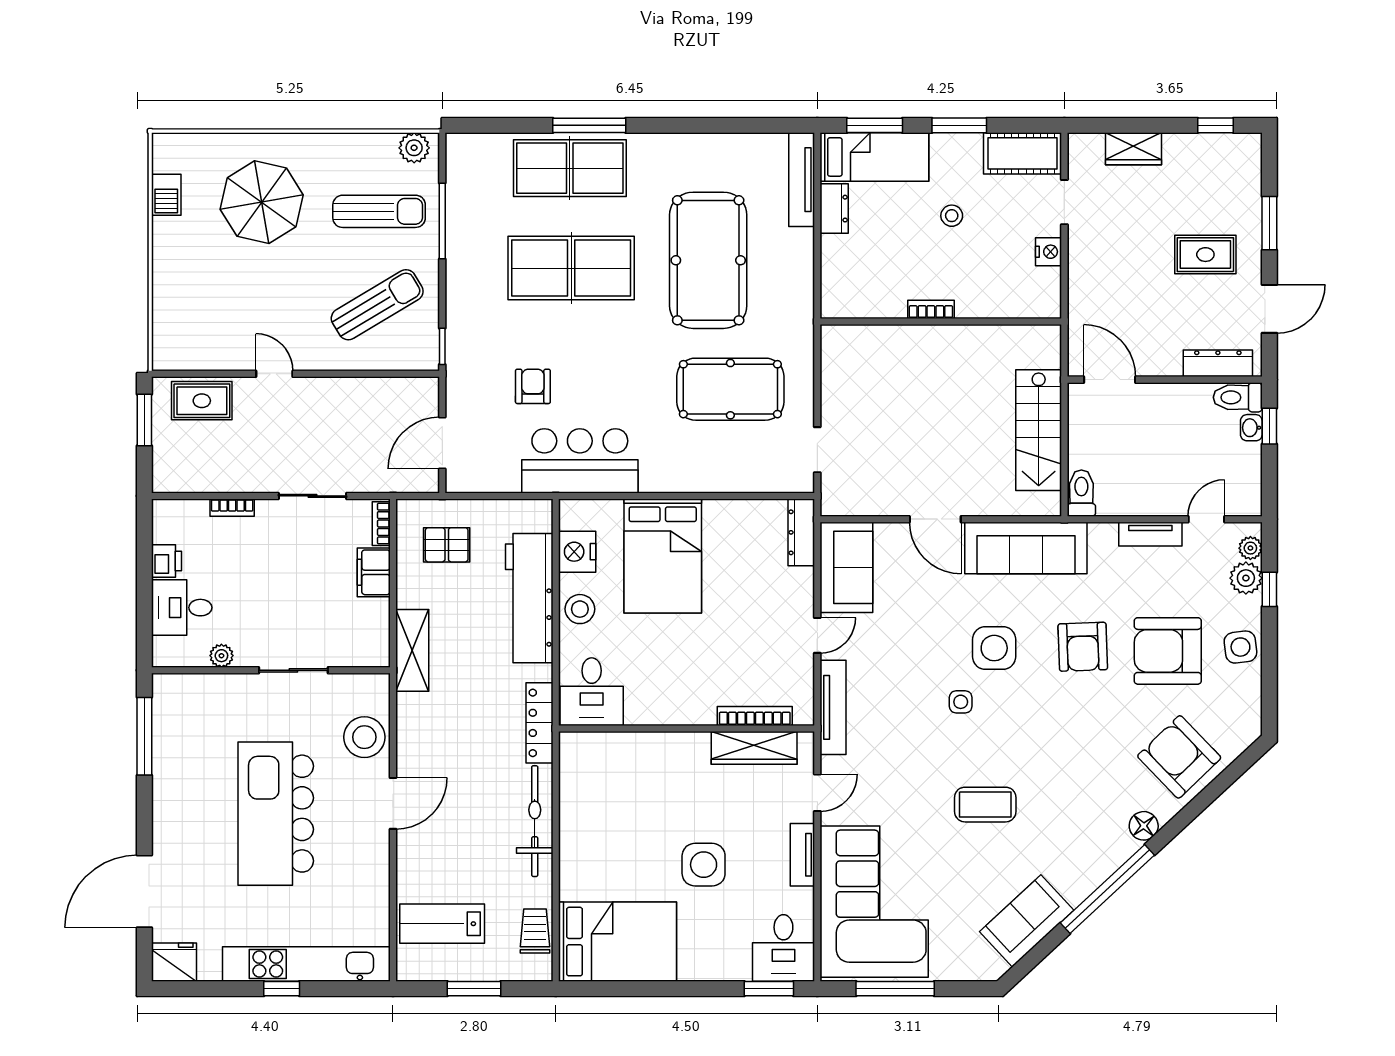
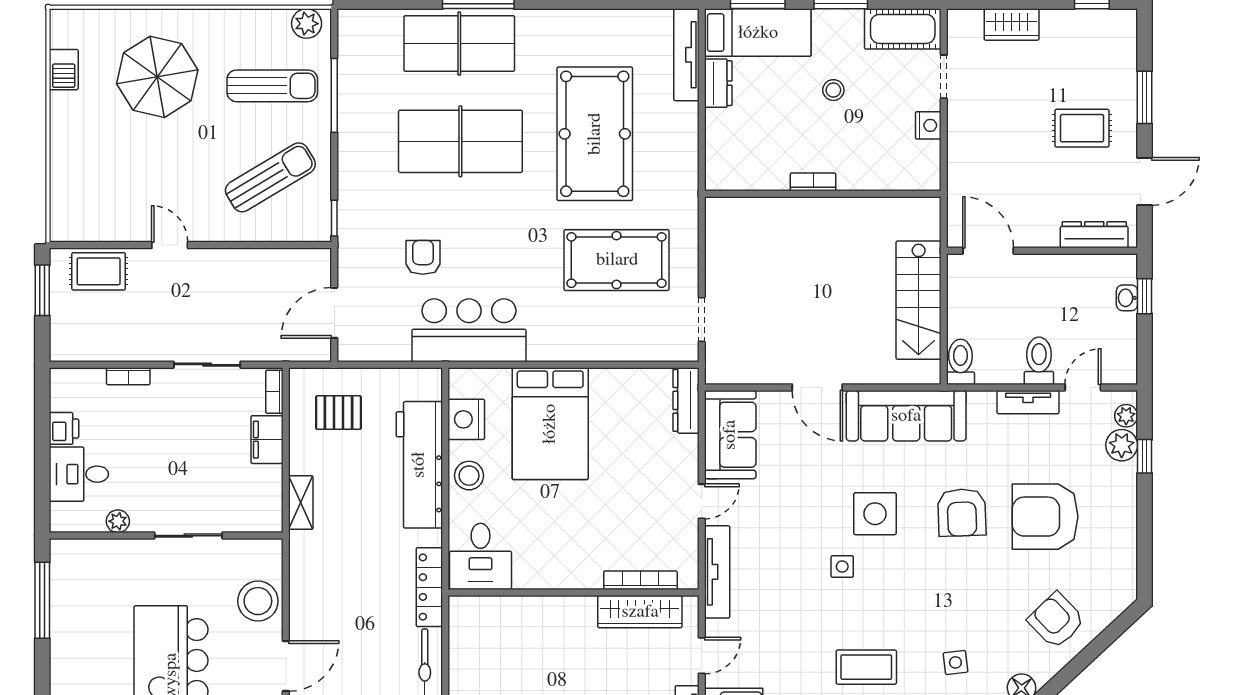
toilet: (1238, 397) -> (1039, 361), moved, turned 90
side table: (1240, 647) -> (955, 662), moved, width x0.73, depth x0.73
shelving: (412, 650) -> (301, 503), width x0.67, depth x0.75
armchair: (1179, 757) -> (1056, 620), width x0.73, depth x0.73

